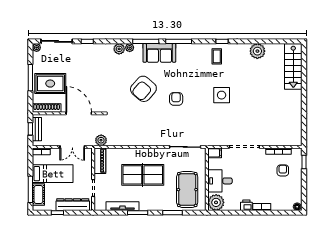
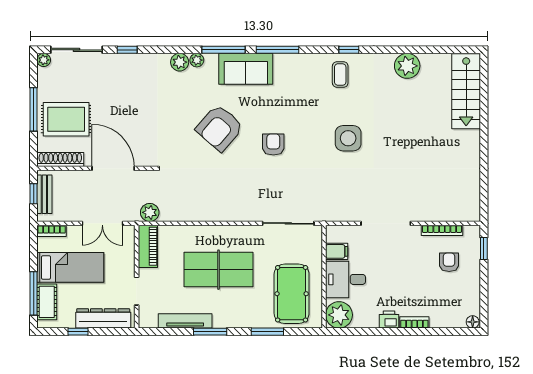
filing cabinet: (215, 153) -> (337, 251), moved

